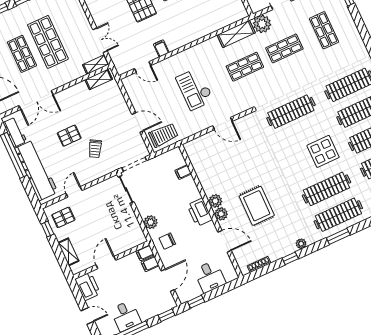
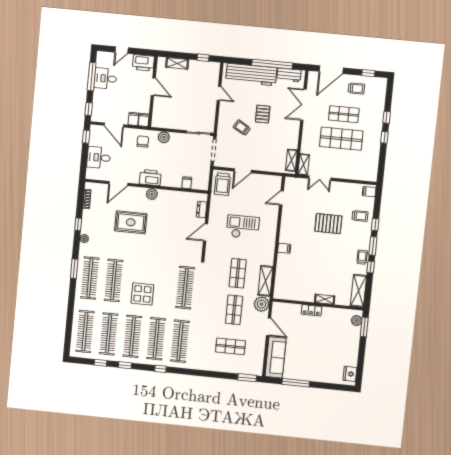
filing cabinet: (161, 48) -> (284, 248), moved
dresser: (201, 141) -> (202, 210), added
plant: (221, 214) -> (140, 193), removed
pallet: (63, 217) -> (205, 74), removed

